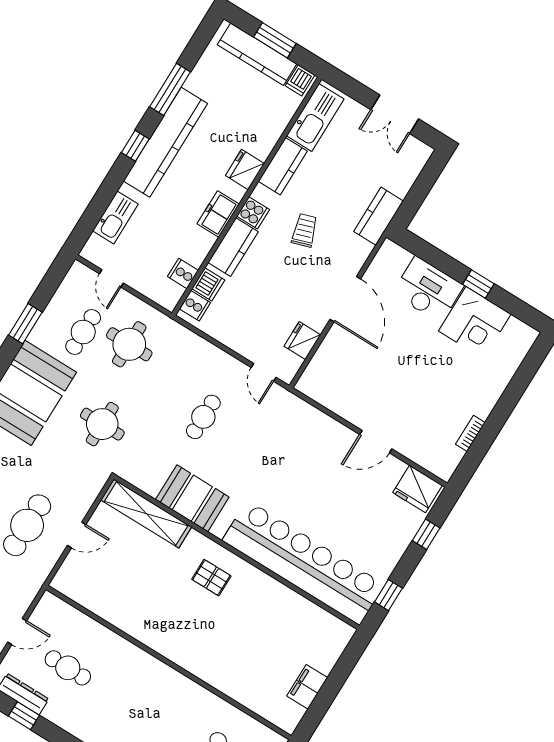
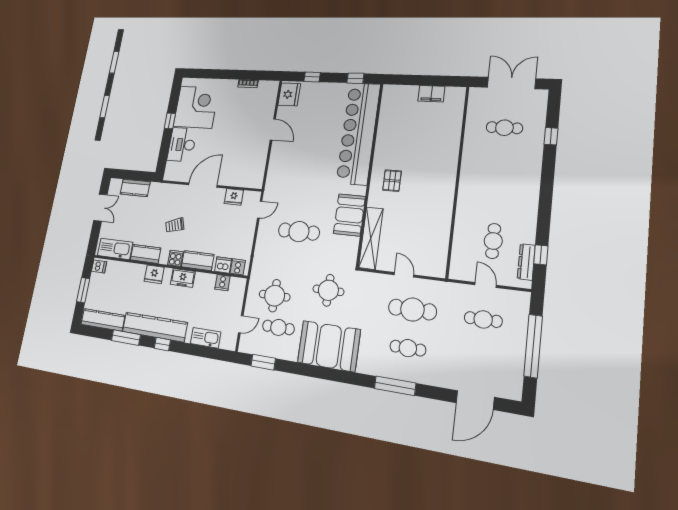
kitchen counter: (257, 54) -> (103, 320), moved, turned -90
kitchen counter: (379, 216) -> (135, 188), moved
corner desk: (475, 323) -> (196, 107), width x1.36, depth x1.36
window: (25, 324) -> (263, 362), moved
cafe table: (203, 417) -> (299, 232), width x1.37, depth x1.35

